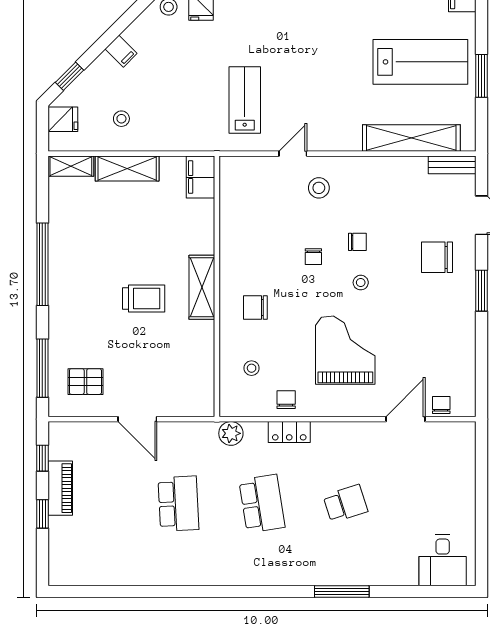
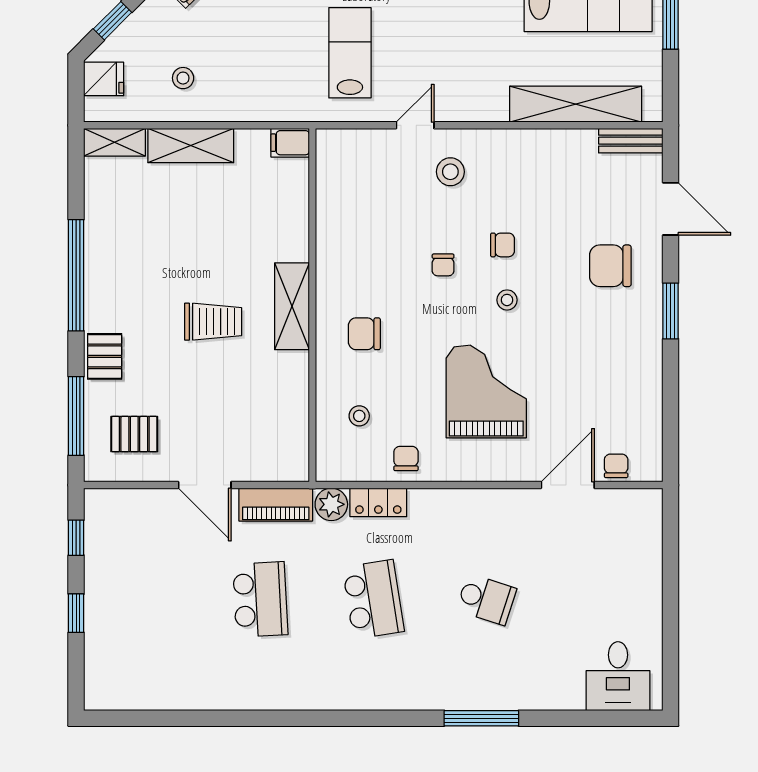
filing cabinet: (201, 177) -> (290, 143), width x0.50
pallet: (64, 324) -> (105, 356), added
locker: (289, 432) -> (378, 502), moved
piano: (60, 488) -> (276, 505), moved, turned 90
school desk: (345, 504) -> (486, 599), turned 36

